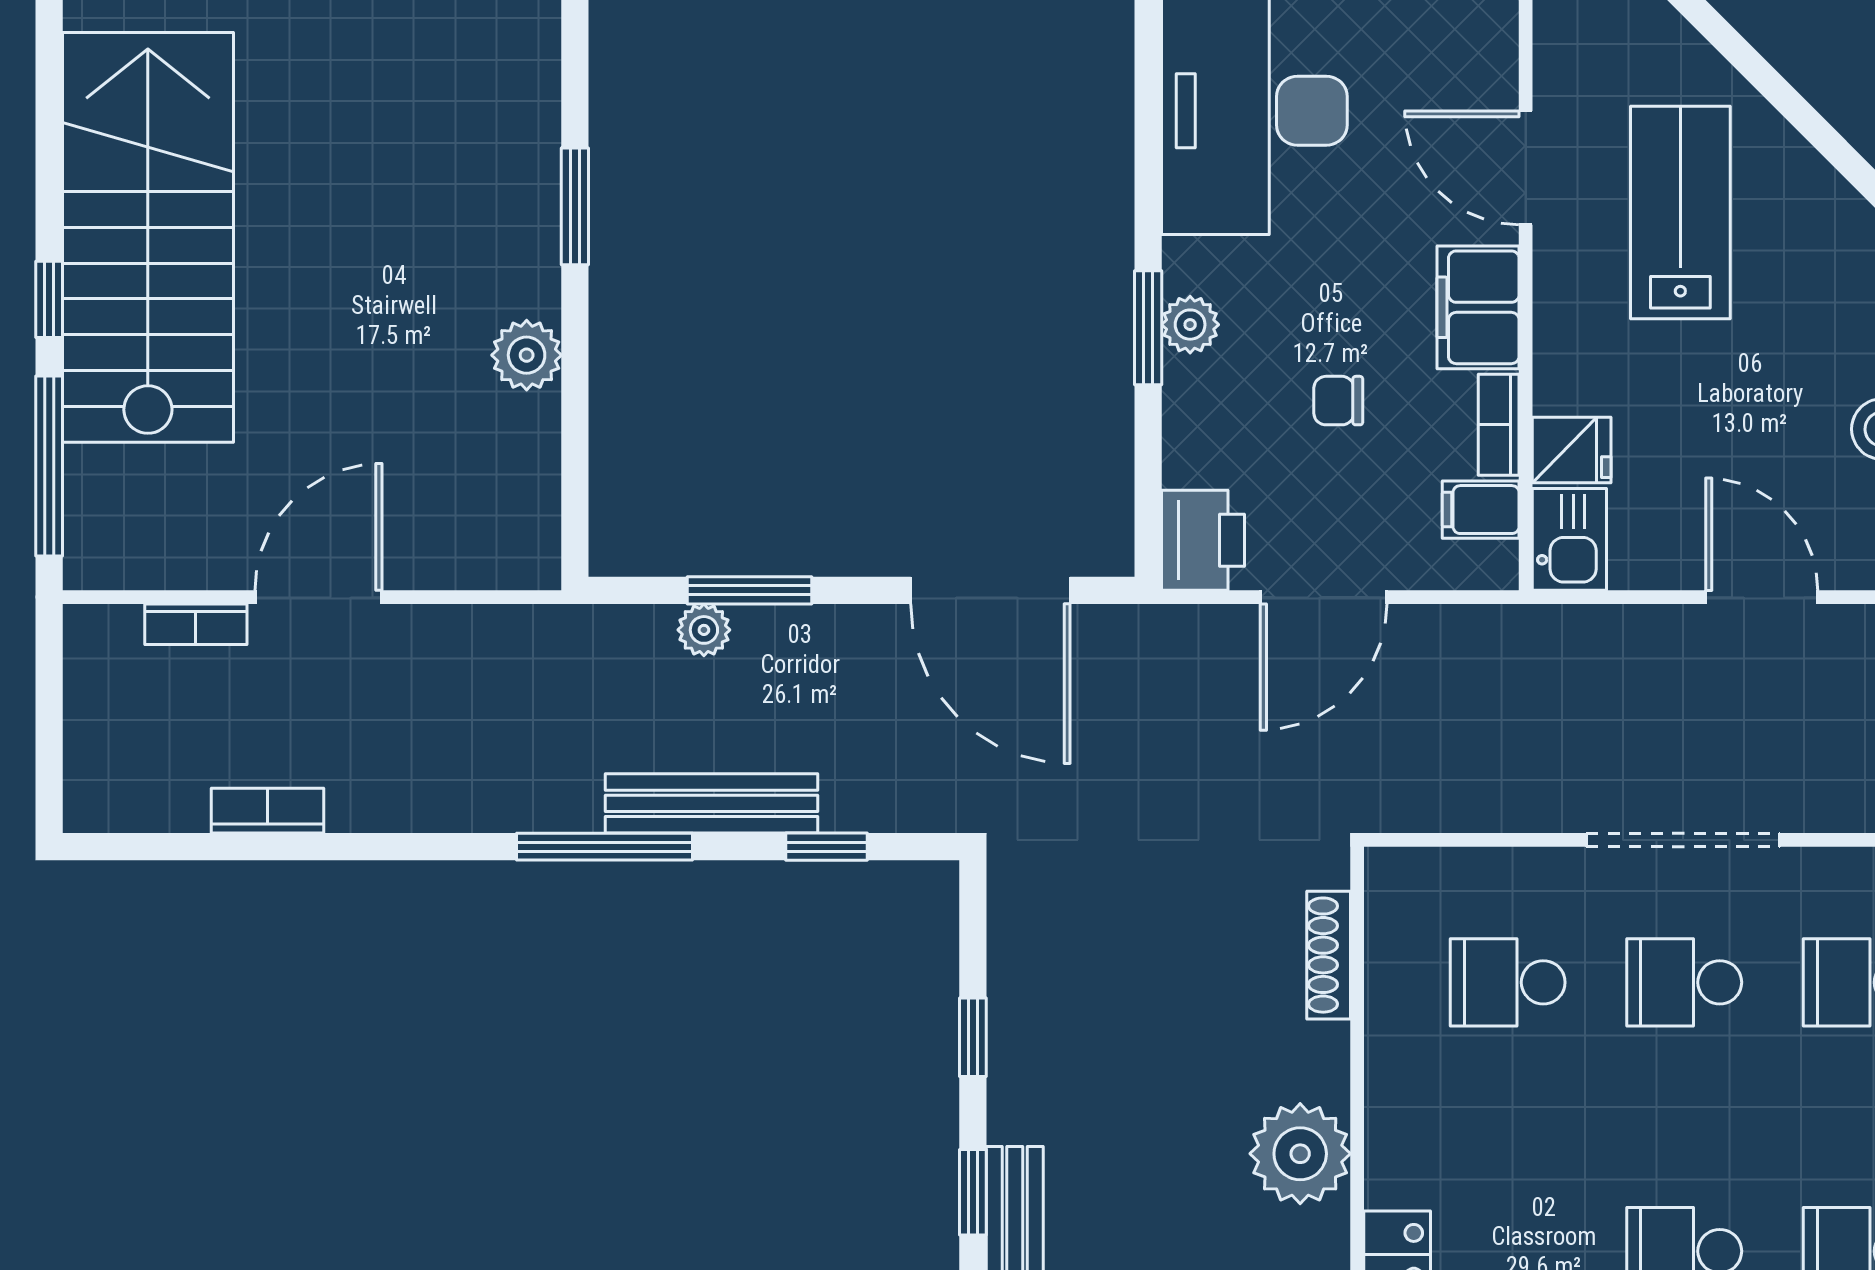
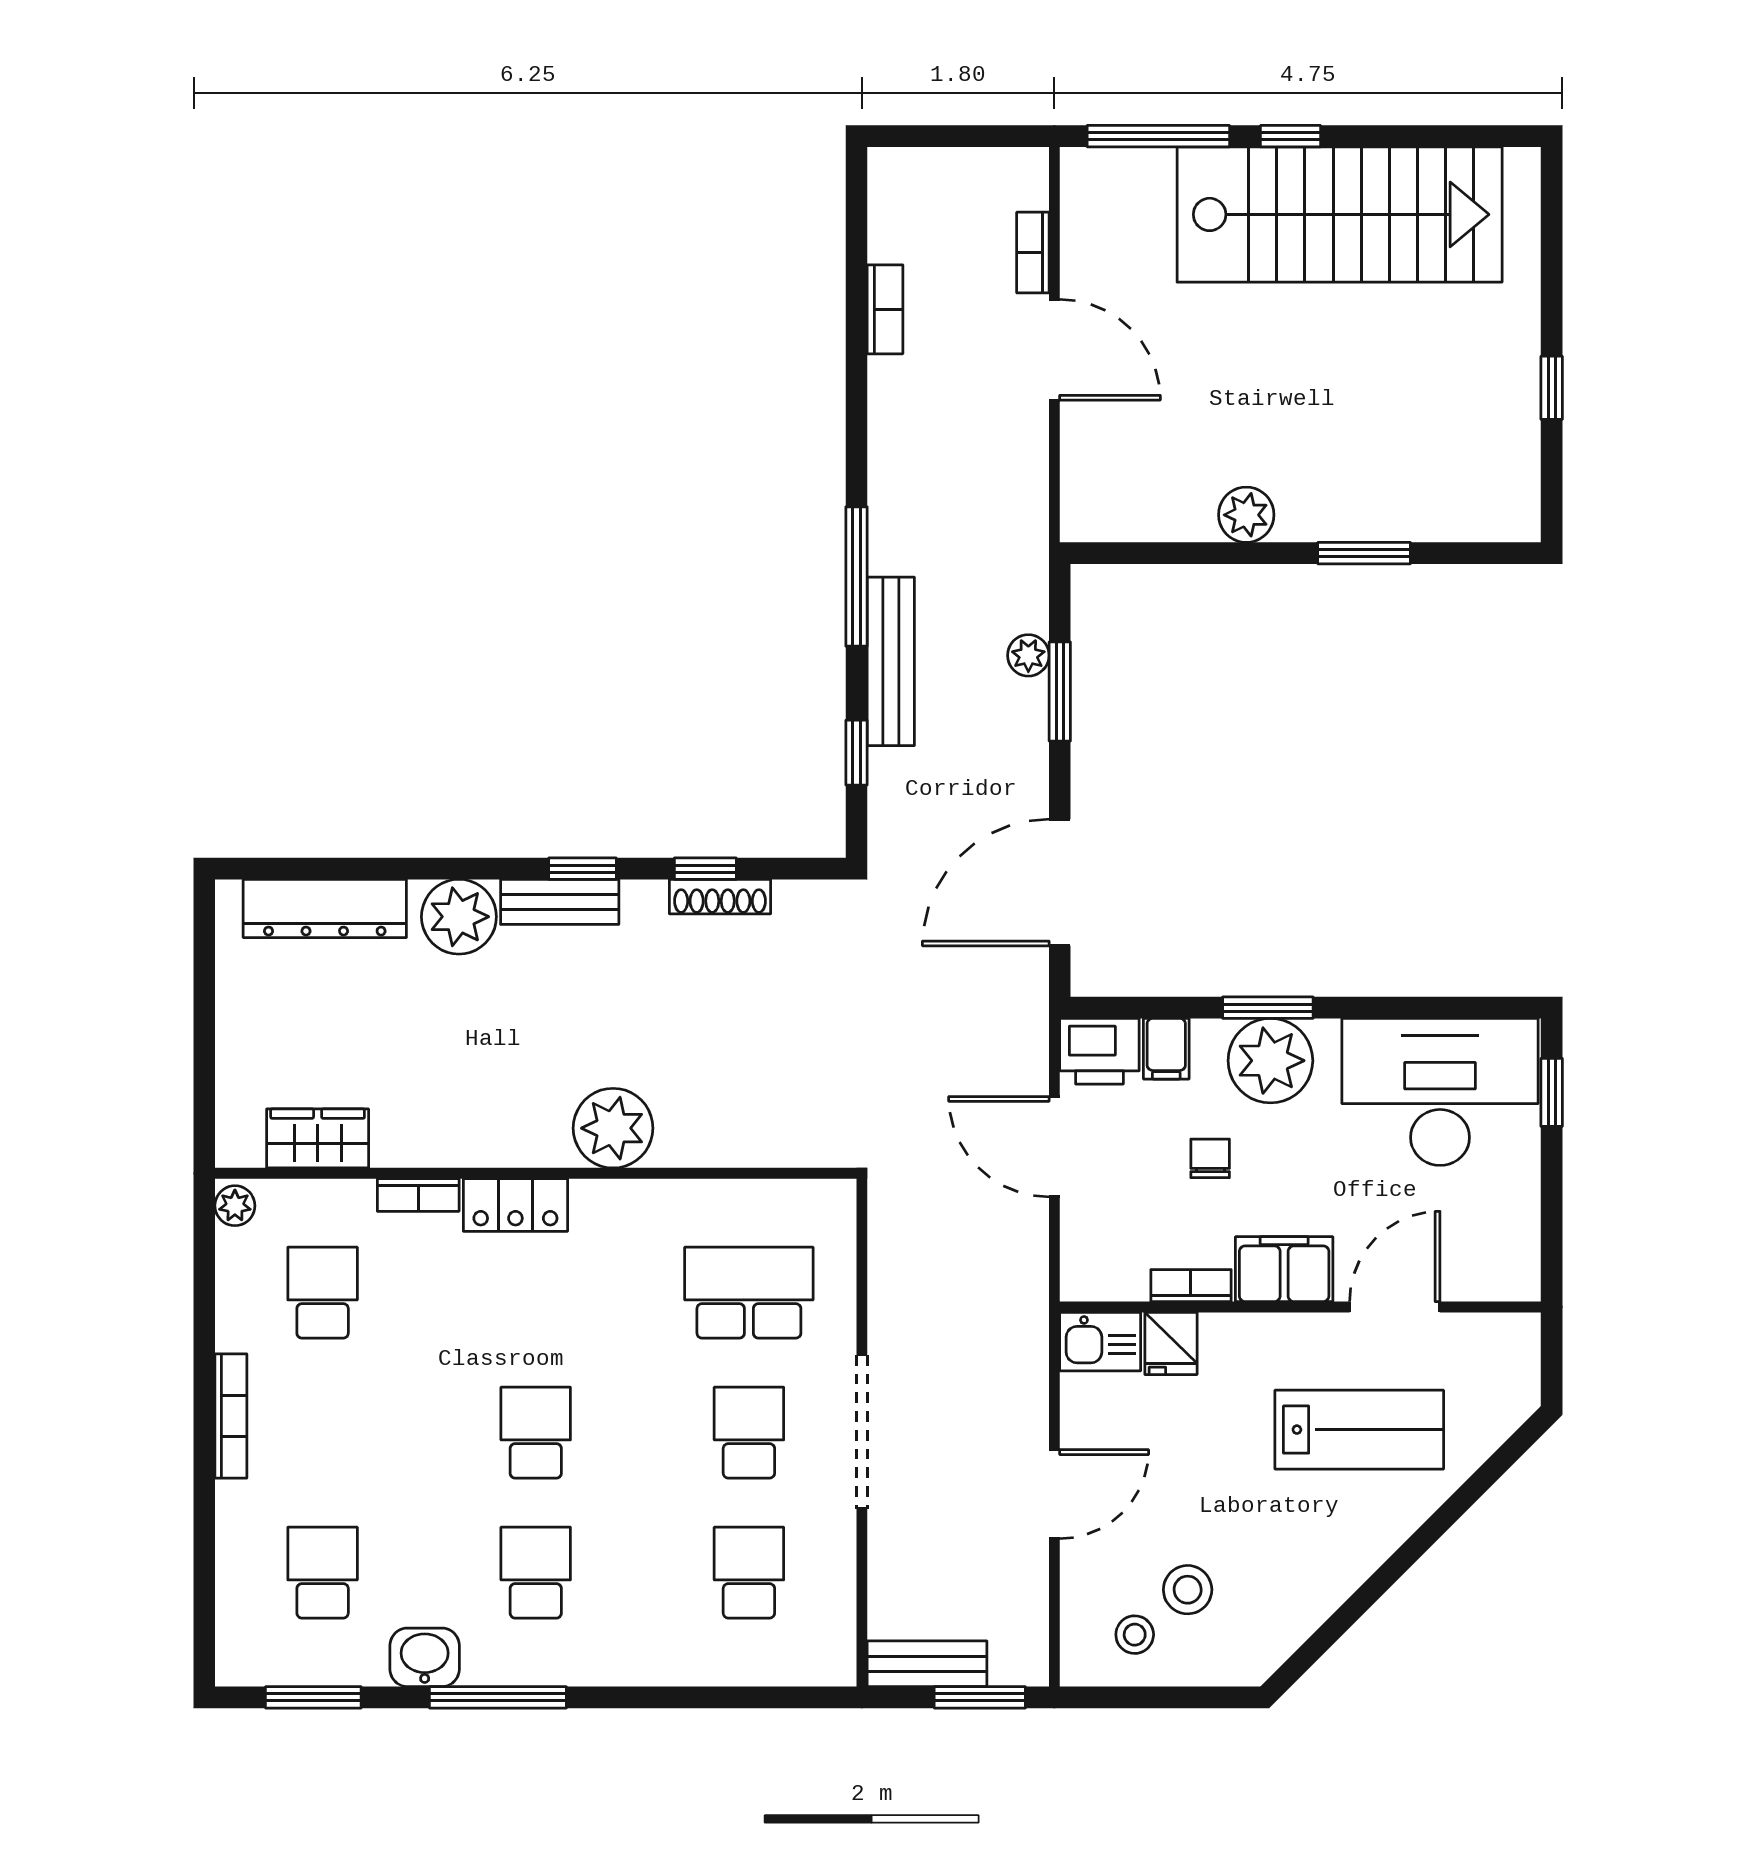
plant: (1190, 325) -> (1270, 1061), width x1.88, depth x1.88
filing cabinet: (1481, 510) -> (1166, 1049), moved, turned 180
shoe rack: (1329, 955) -> (720, 897), moved, turned 180
school desk: (1508, 982) -> (749, 1293), width x1.85

